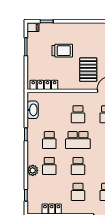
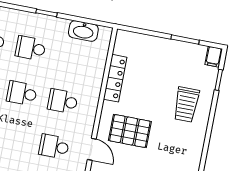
trolley: (62, 51) -> (186, 105), moved
locker: (44, 85) -> (115, 78), moved
school desk: (78, 140) -> (22, 93), width x0.54

